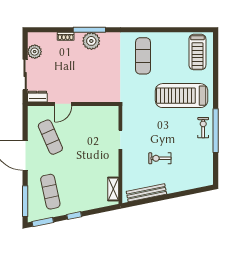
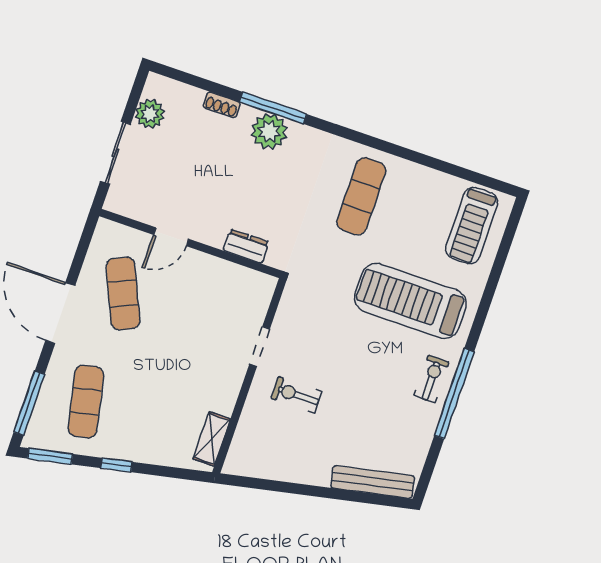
dresser: (37, 97) -> (246, 246), moved
exercise bike: (160, 158) -> (296, 395), moved
bench: (146, 193) -> (373, 482), moved

